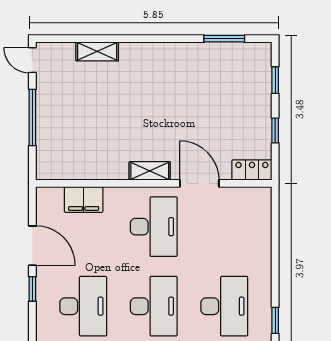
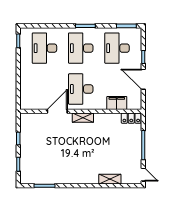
locker: (252, 170) -> (131, 118), moved
door: (199, 183) -> (57, 111), swing flipped

